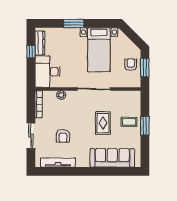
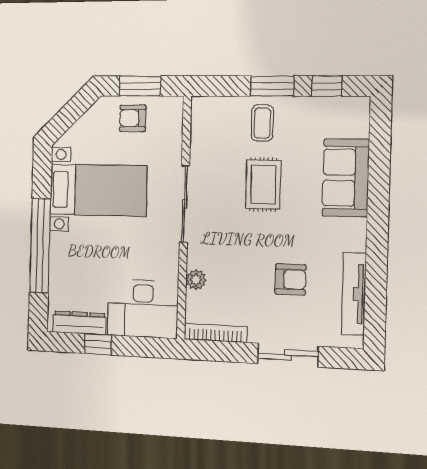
window: (74, 23) -> (40, 245), width x2.11
rug: (103, 123) -> (263, 184), turned 90
window: (145, 149) -> (327, 86), added
sofa: (112, 158) -> (346, 178), width x0.73

